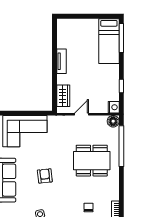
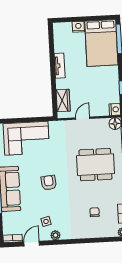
nightstand: (82, 24) -> (78, 27), added
bed: (109, 41) -> (101, 43), width x1.50

